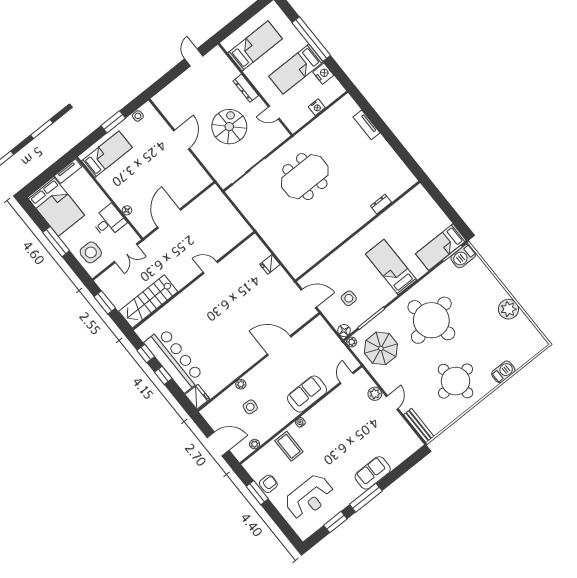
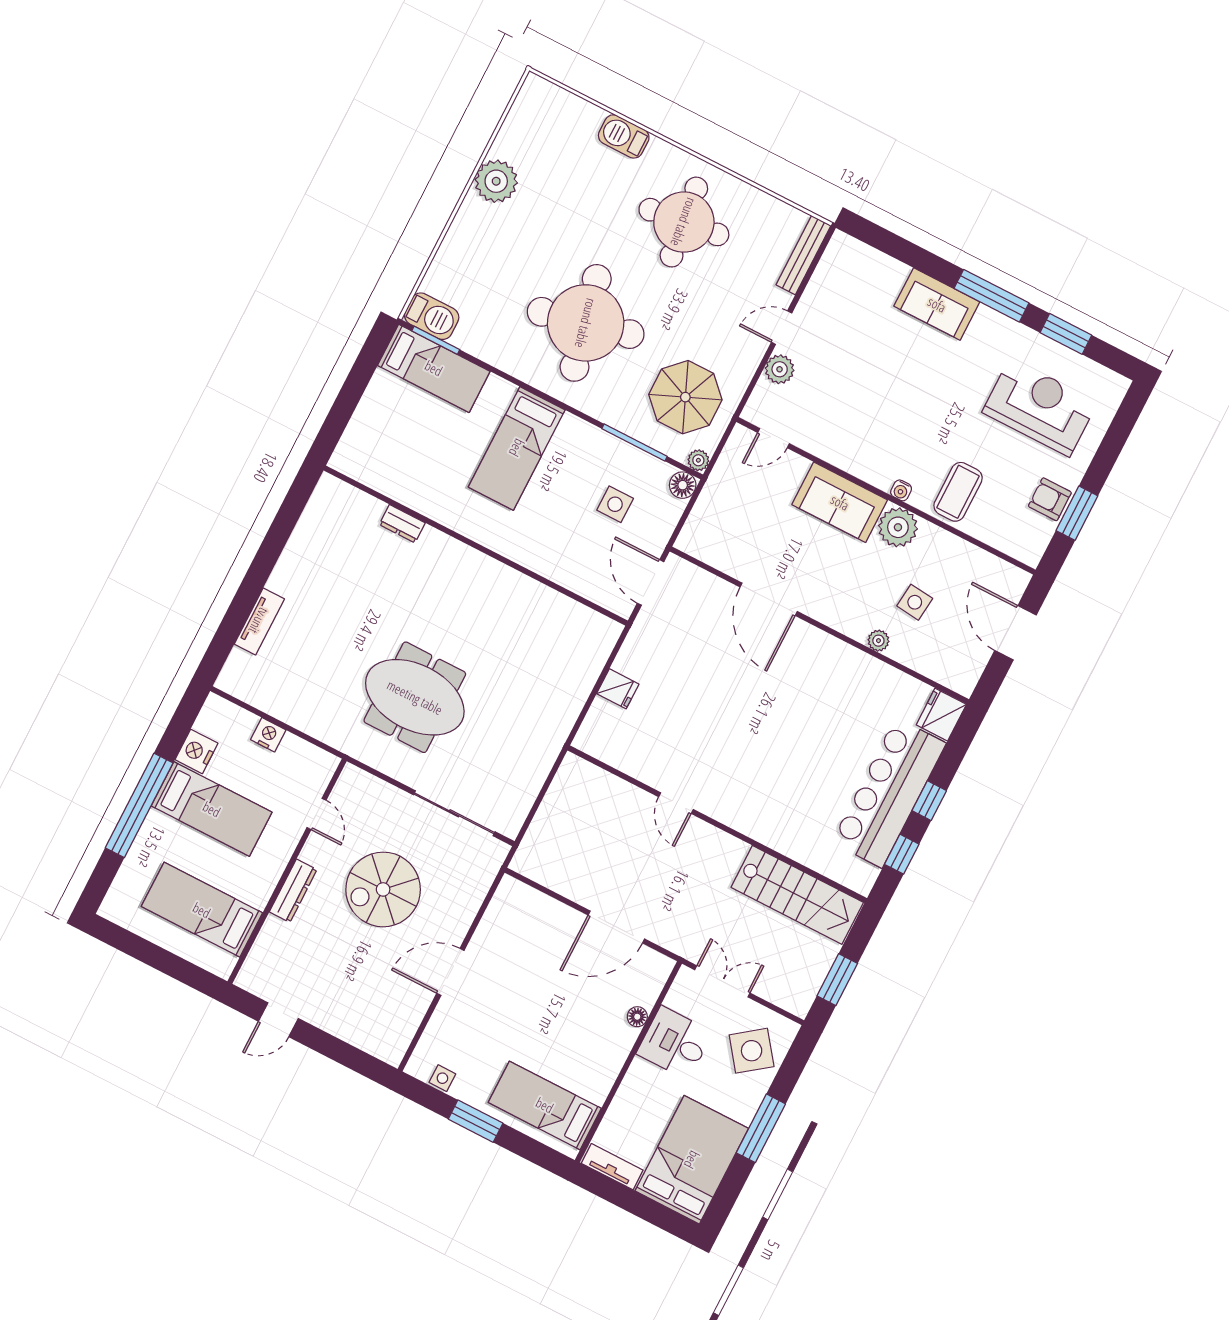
side table: (91, 252) -> (752, 1051), turned -37
plant: (255, 444) -> (898, 527), moved, width x1.87, depth x1.87

